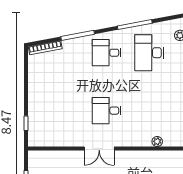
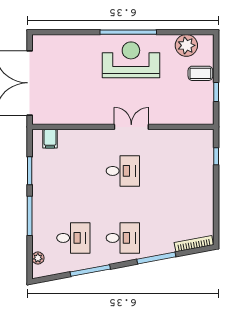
desk: (149, 53) -> (73, 238), width x0.73
filing cabinet: (169, 138) -> (50, 139), added
plant: (157, 141) -> (64, 135), removed

